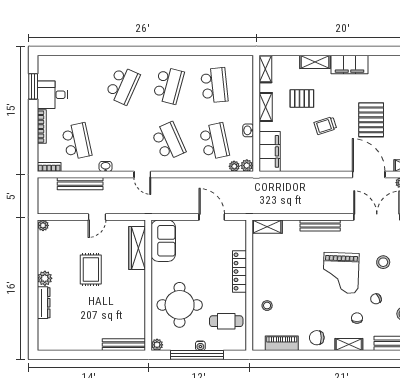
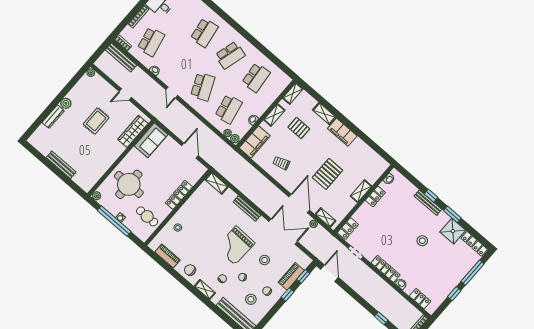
school desk: (123, 85) -> (204, 33), turned -33
trolley: (325, 126) -> (281, 163), moved
bench: (80, 184) -> (121, 58), moved
bench: (124, 345) -> (61, 165), moved

